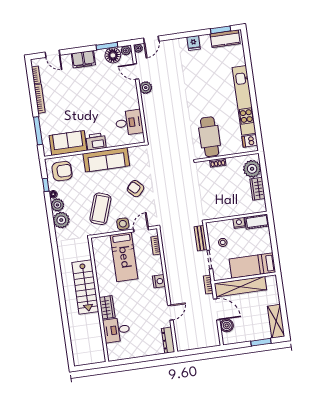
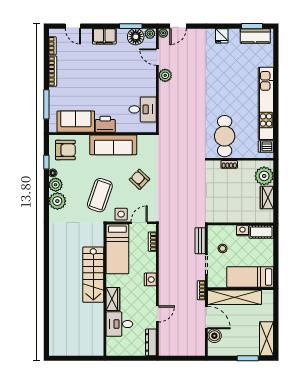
stairs: (85, 287) -> (93, 275), moved
wall: (98, 300) -> (105, 290), moved
wardrobe: (107, 307) -> (113, 299), moved
desk: (117, 330) -> (119, 324), moved

